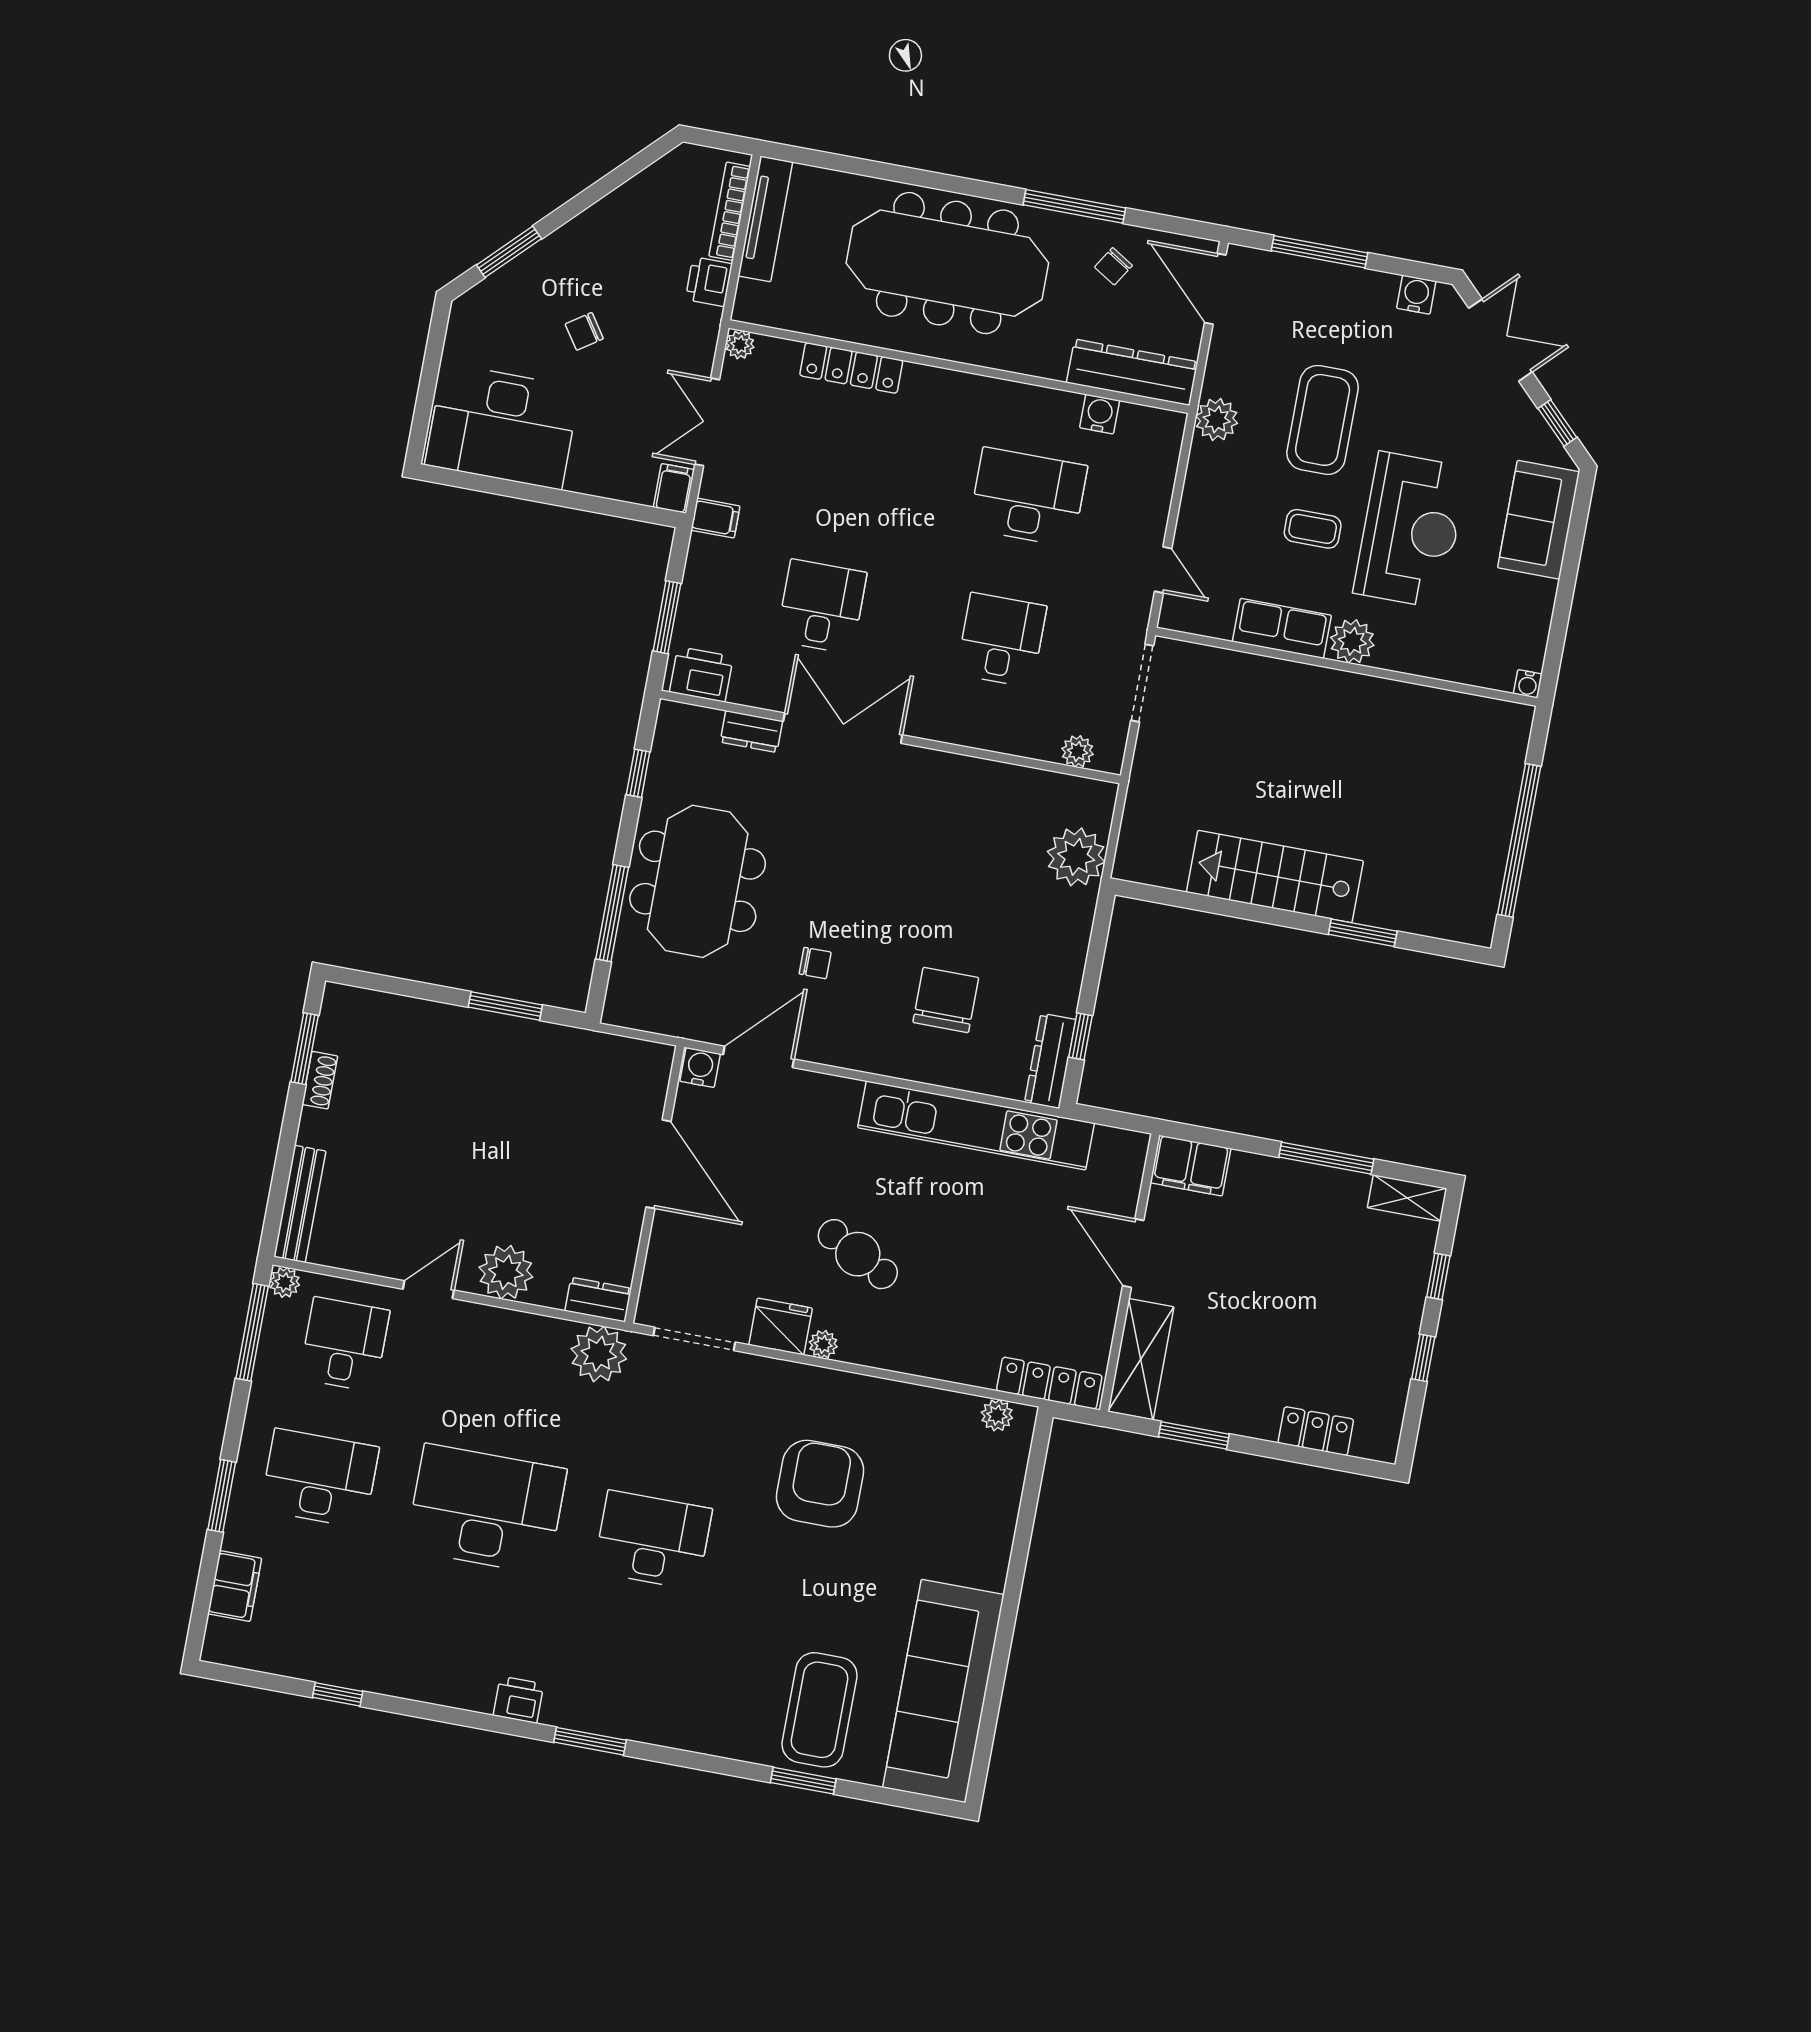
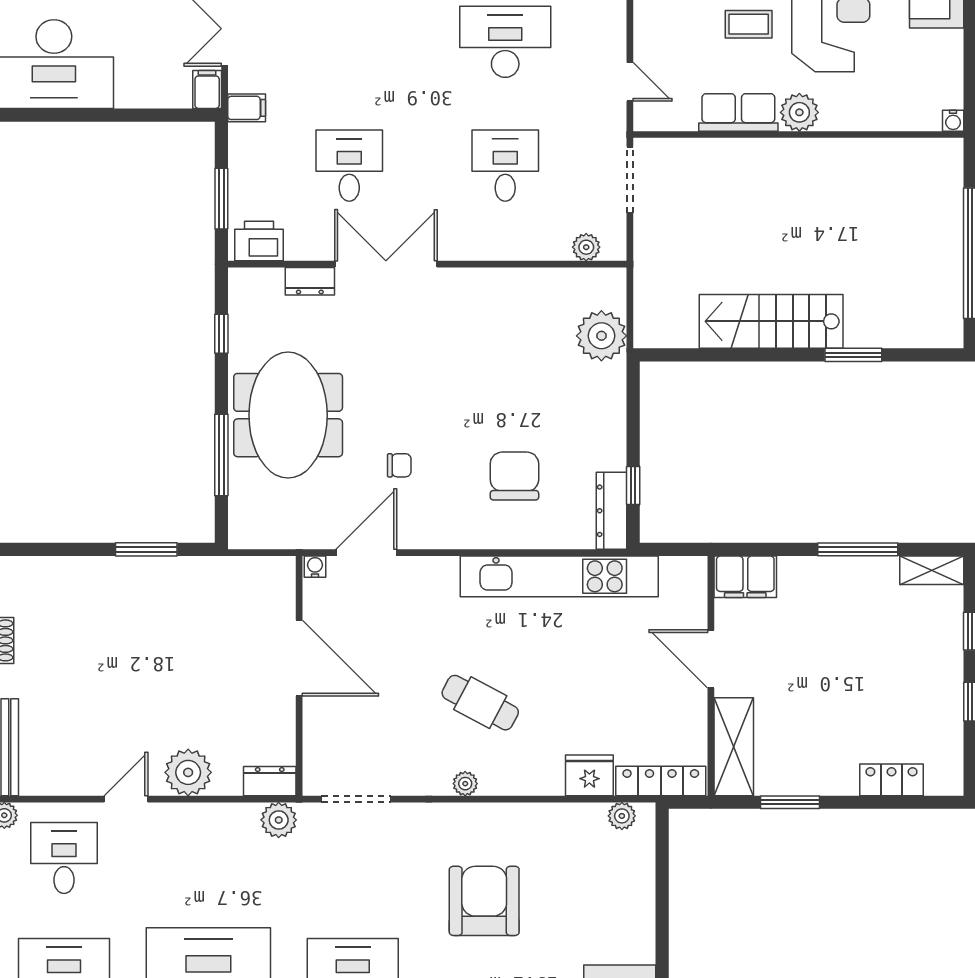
water cooler: (700, 1068) -> (315, 567), width x0.72, depth x0.72
fridge: (781, 1327) -> (589, 775), moved
plant: (599, 1354) -> (279, 820), width x0.73, depth x0.73

